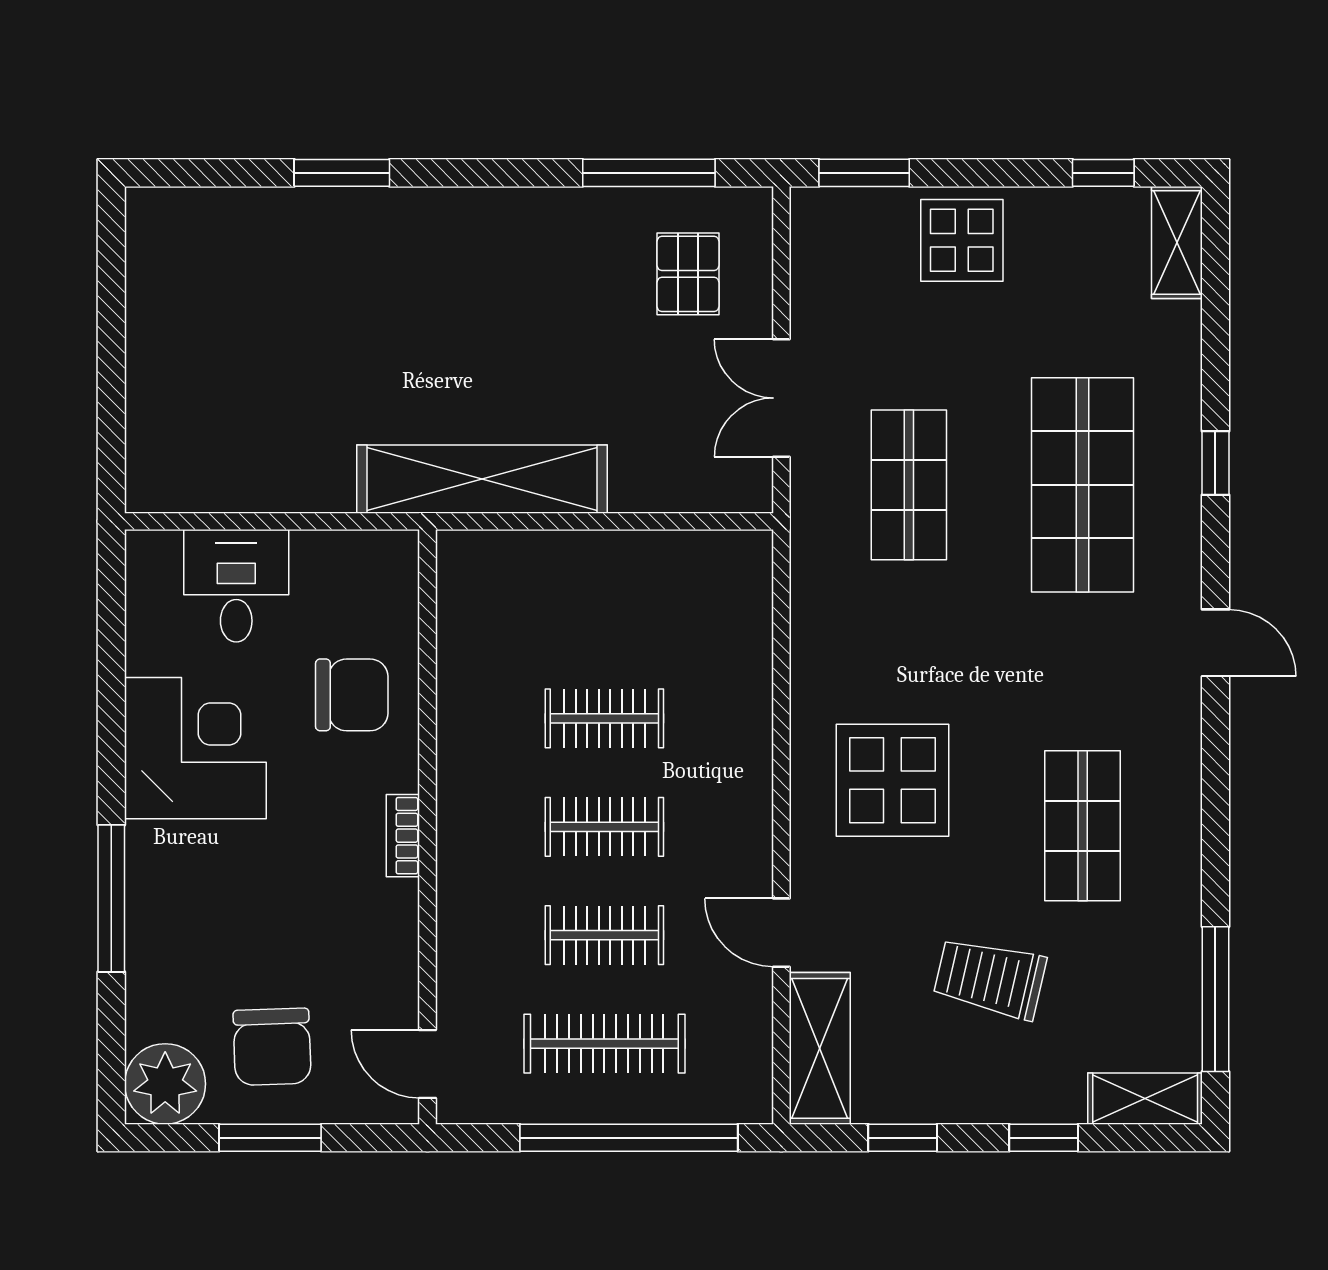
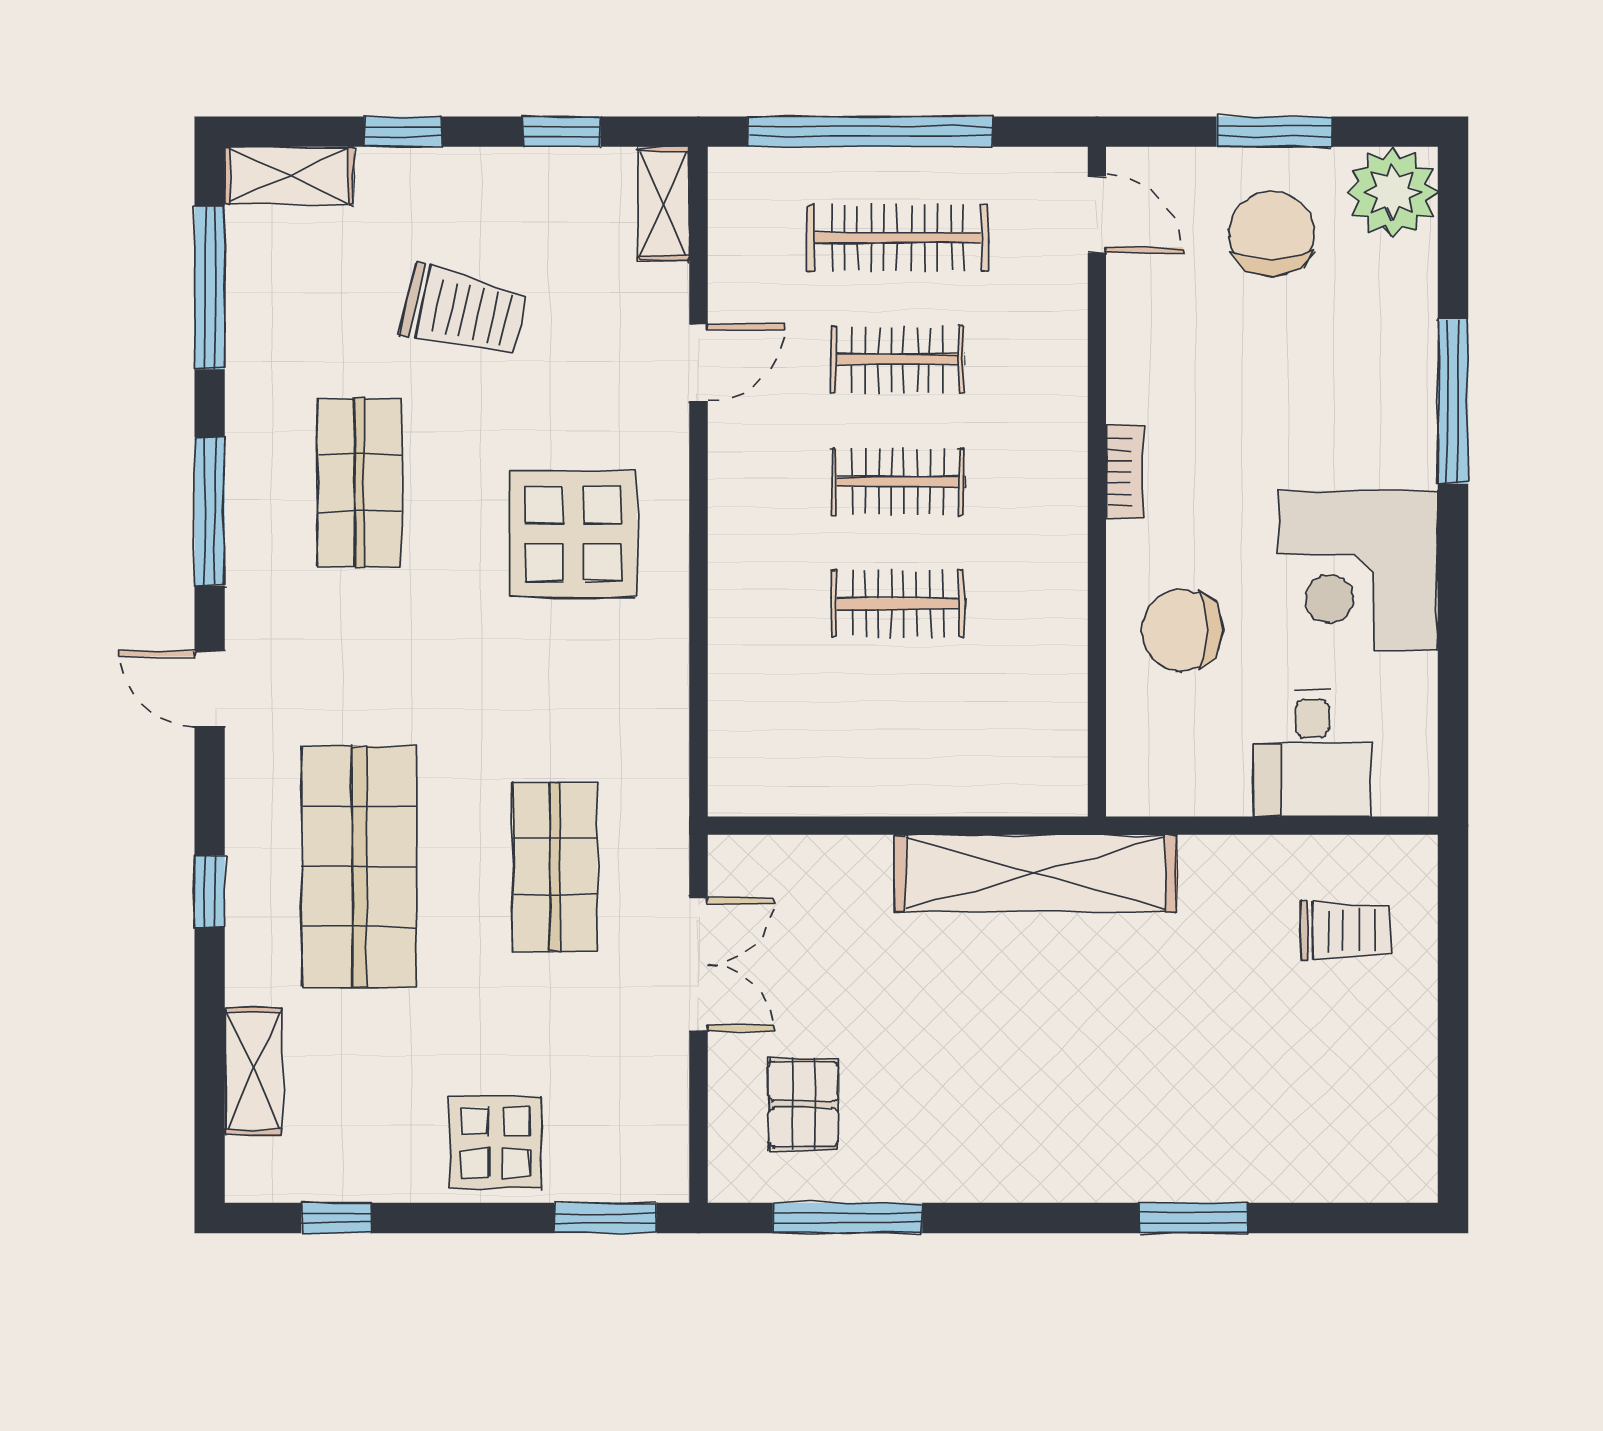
shelving: (1177, 242) -> (253, 1071), moved
trolley: (207, 428) -> (1345, 931), added
window: (1215, 800) -> (210, 511), added
door: (781, 933) -> (699, 363), hinge flipped
shelving: (820, 1048) -> (664, 204), width x0.67, depth x0.75

